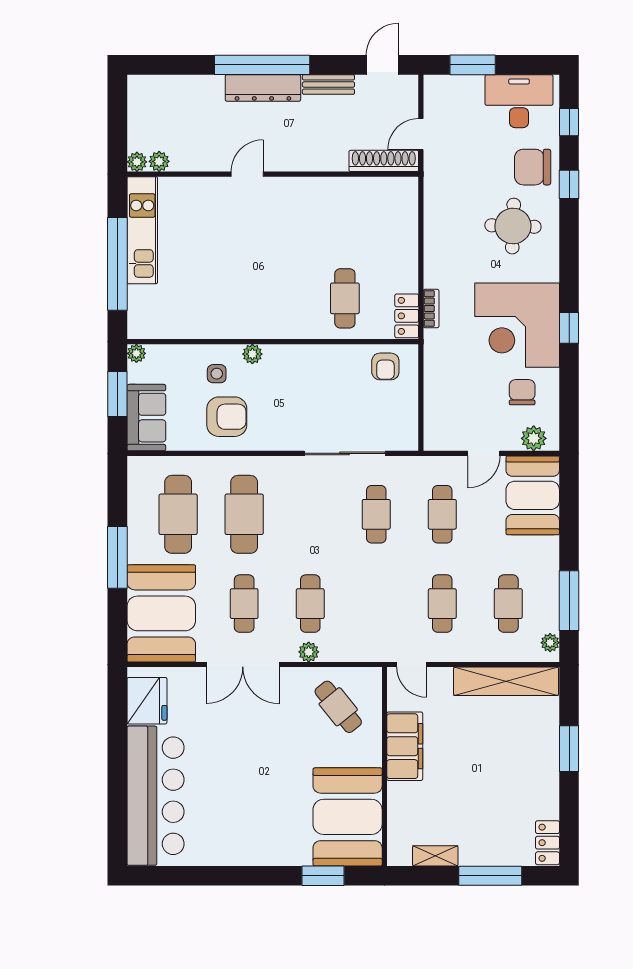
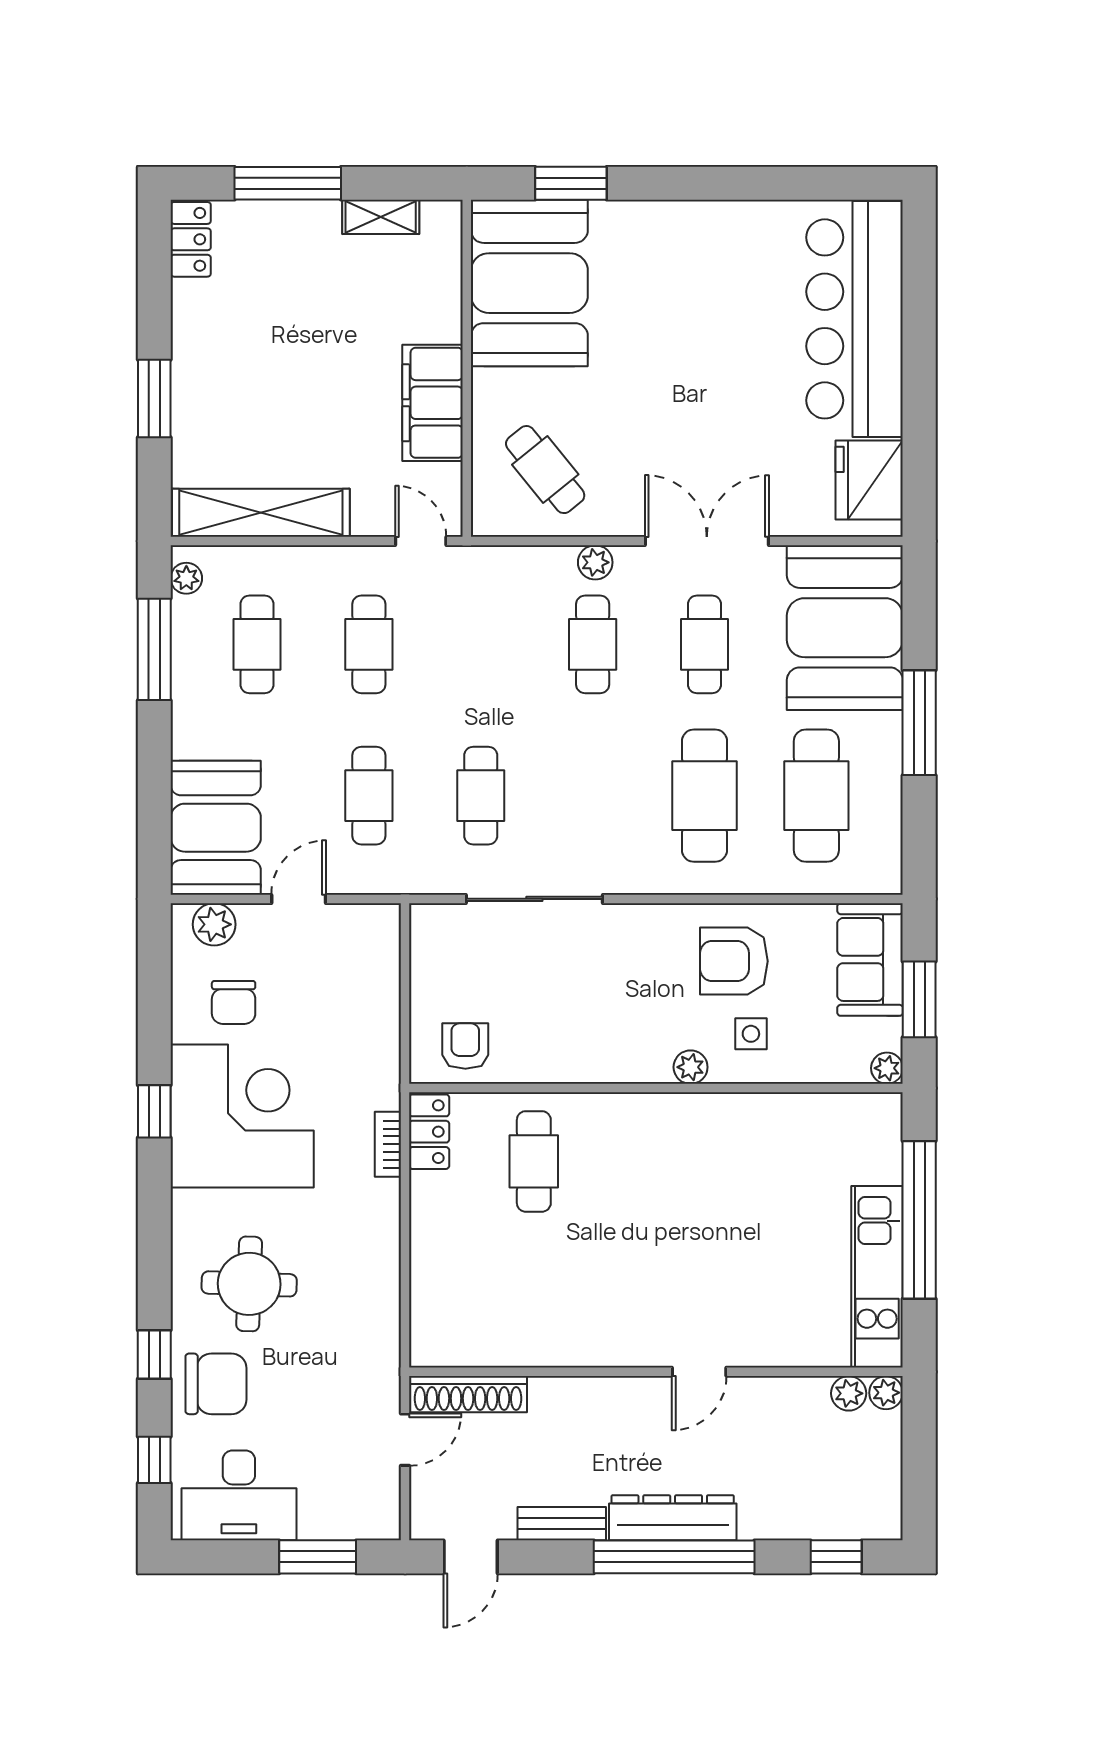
window: (166, 65) -> (836, 1557), added

